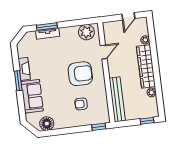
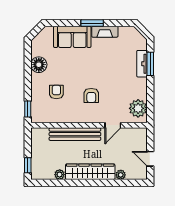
door: (104, 52) -> (113, 125), hinge flipped
armchair: (80, 74) -> (91, 95), width x0.53, depth x0.53
bench: (117, 99) -> (75, 134), moved
floor lamp: (47, 124) -> (39, 65), moved

